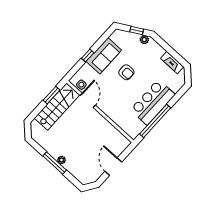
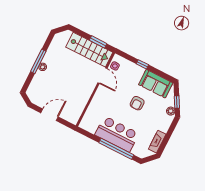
sofa: (104, 56) -> (156, 84), moved
door: (88, 100) -> (102, 76), hinge flipped
window: (155, 121) -> (116, 149), moved

